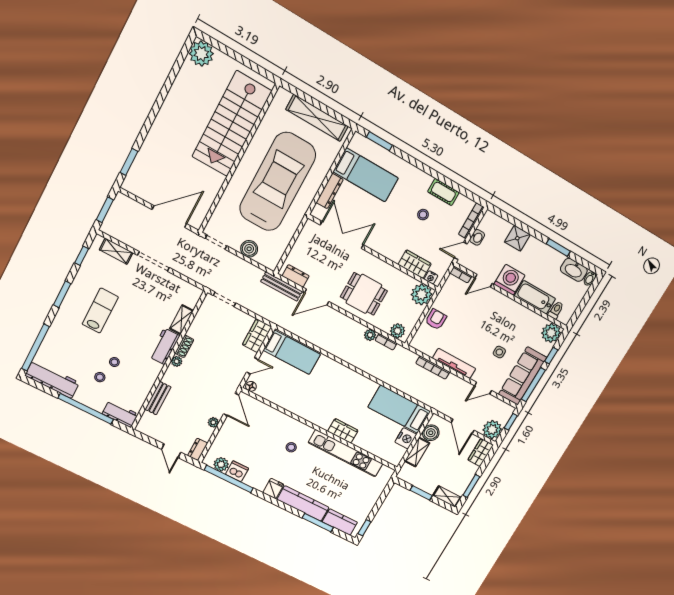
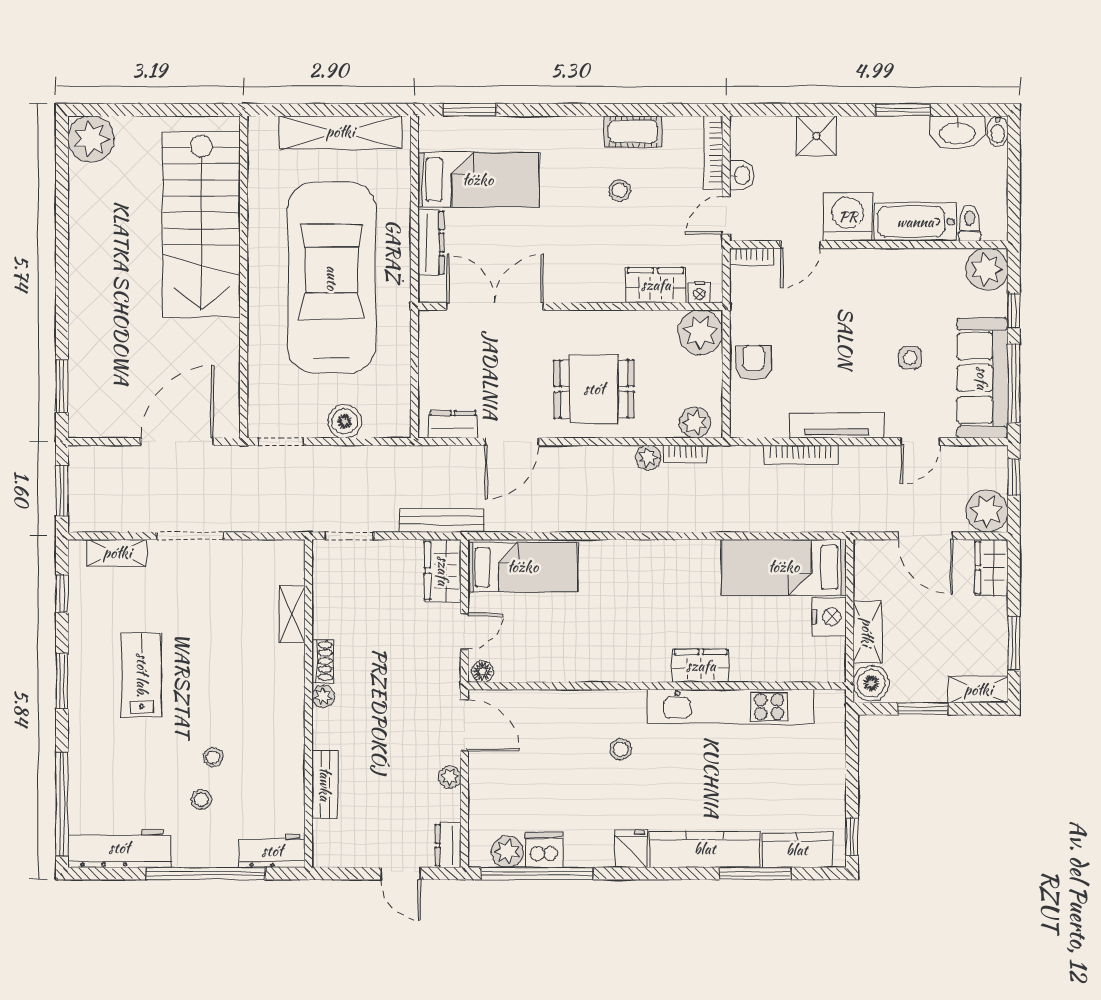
bench: (282, 286) -> (442, 520), moved
workbench: (164, 346) -> (287, 680), removed
boiler: (431, 433) -> (871, 683), moved

